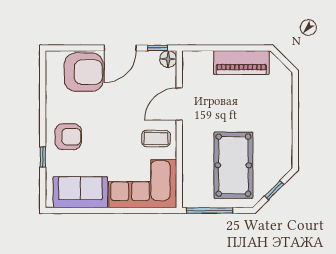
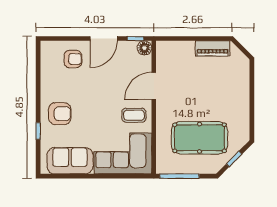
piano: (241, 63) -> (213, 48), width x0.73, depth x0.75
armchair: (84, 72) -> (73, 59), width x0.53, depth x0.53
pool table: (233, 165) -> (200, 138), turned 90

